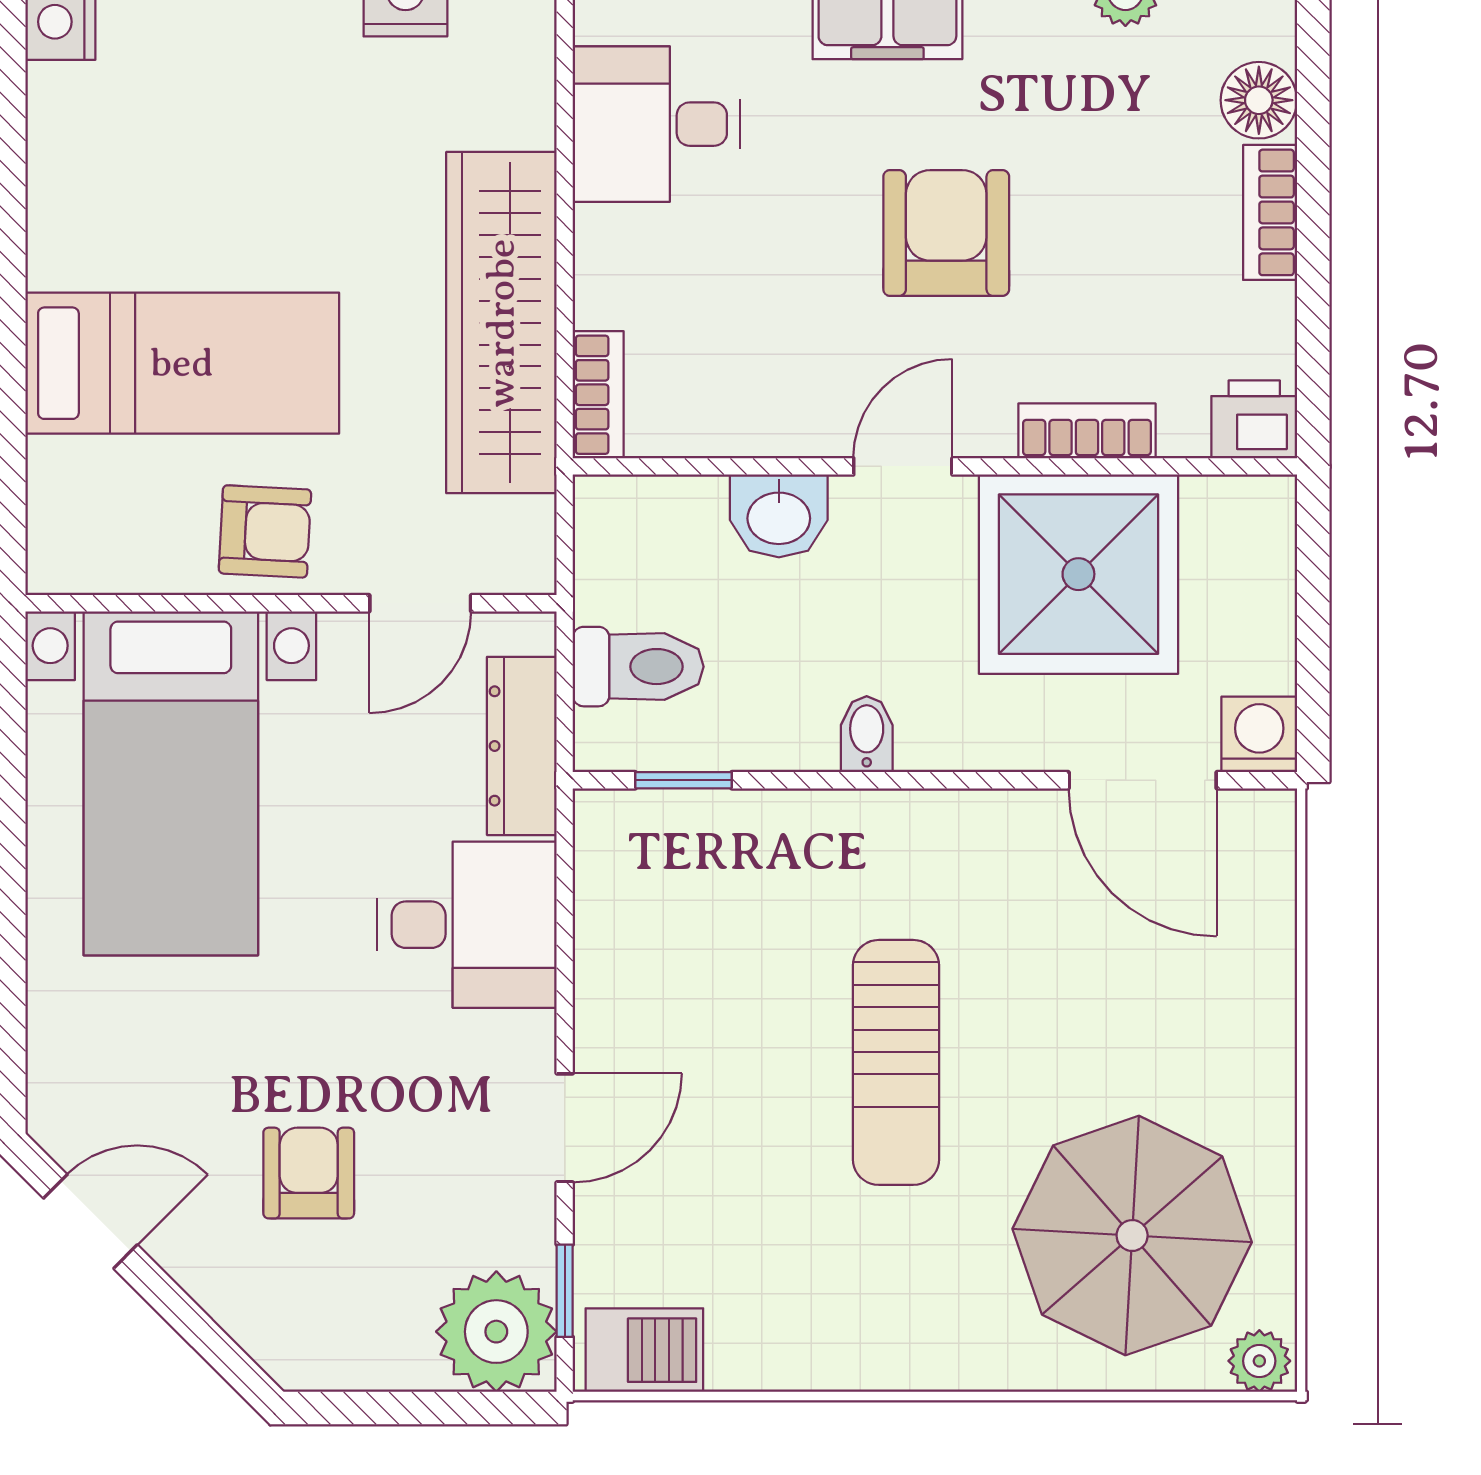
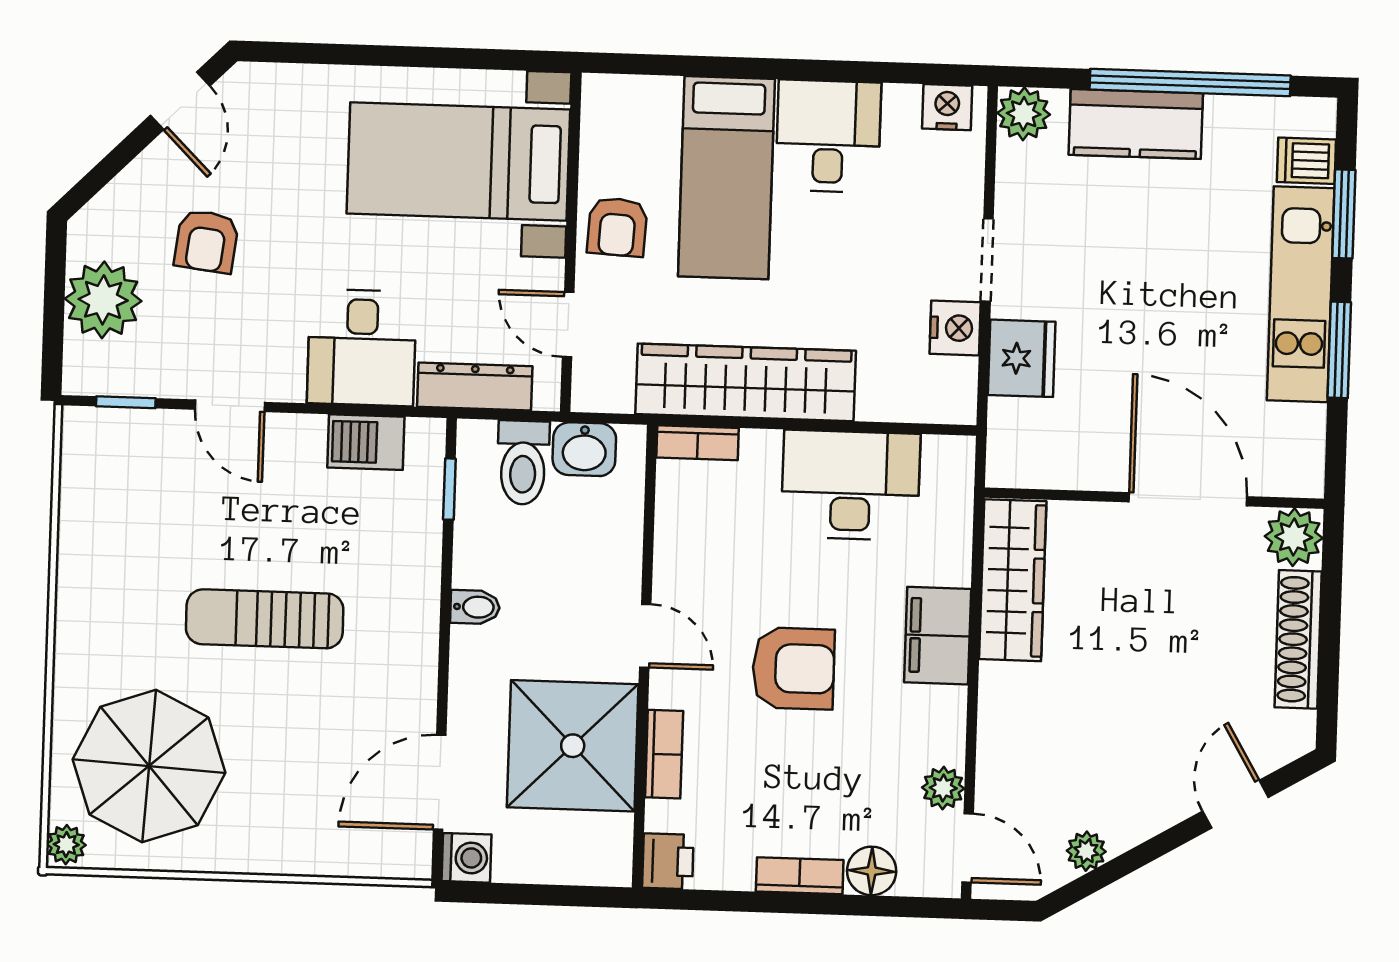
desk: (657, 124) -> (851, 485), width x1.37
desk: (112, 206) -> (828, 136), added
washbasin: (779, 516) -> (584, 449), moved, turned -90
armchair: (309, 1173) -> (206, 241), turned 97
plant: (496, 1332) -> (103, 300), moved
barbecue: (644, 1350) -> (366, 442), moved, turned 90

